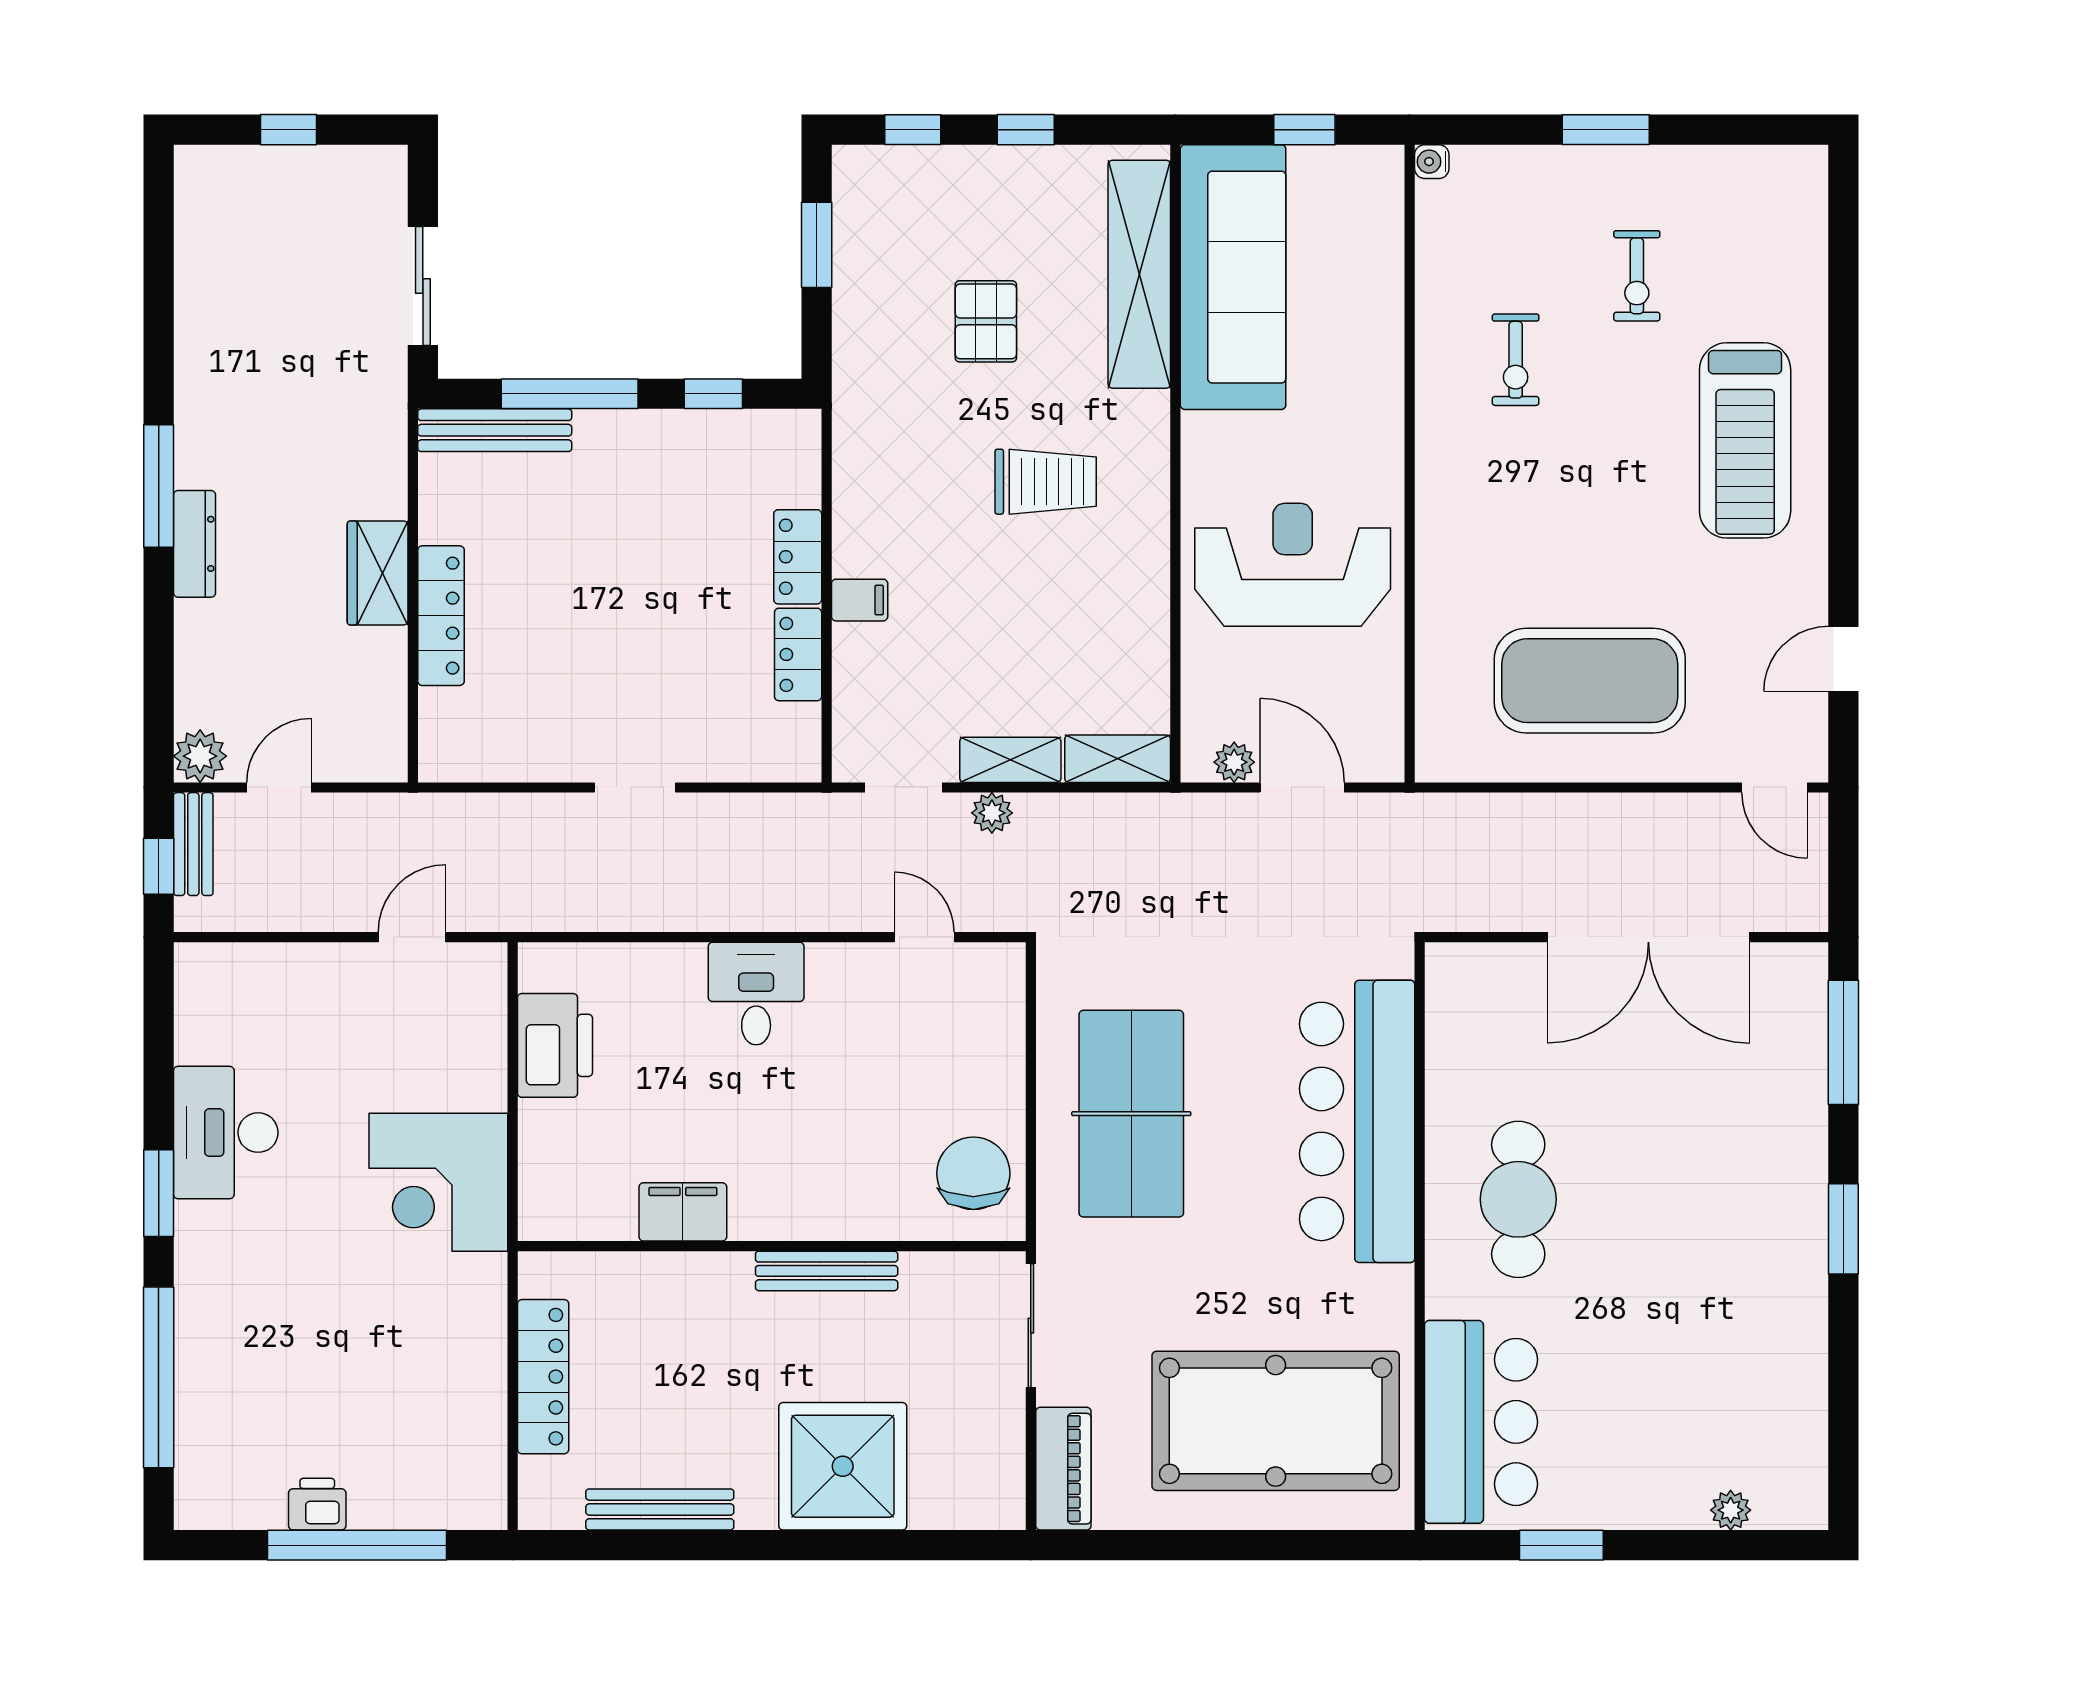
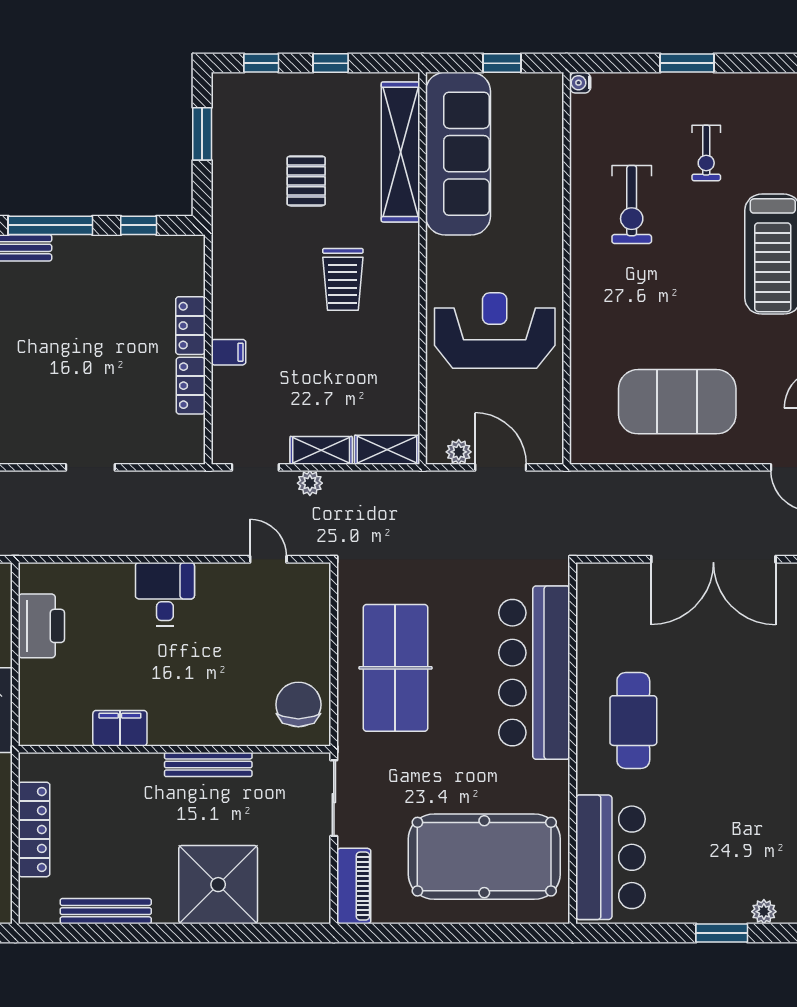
exercise bike: (1516, 360) -> (632, 204), width x1.38, depth x1.39
trolley: (1046, 482) -> (343, 279), turned 90
window: (1561, 1545) -> (722, 933), moved

